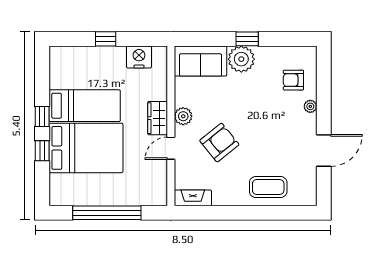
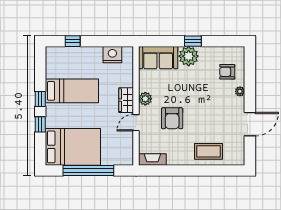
window: (106, 39) -> (73, 41), moved
armchair: (219, 143) -> (172, 118), turned 129
bed: (86, 148) -> (73, 147), moved

